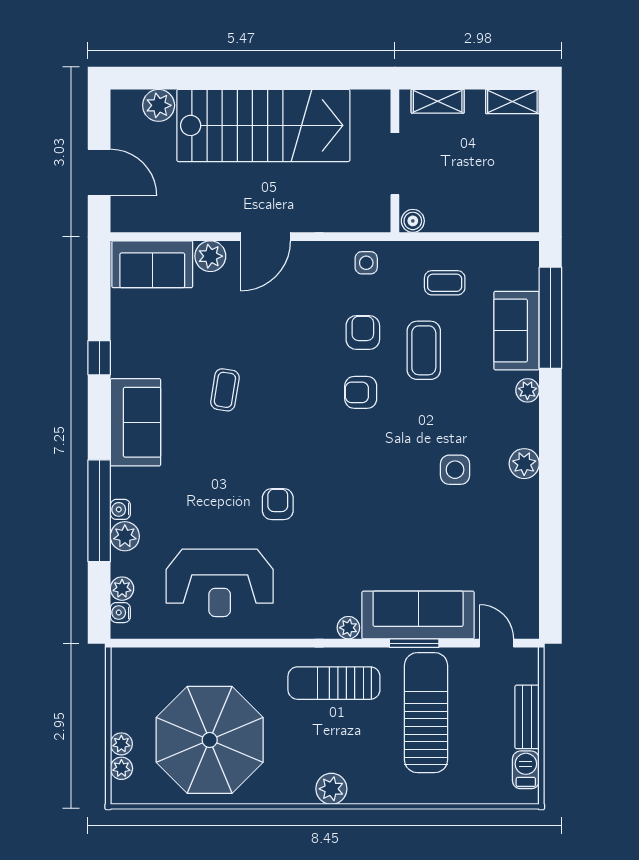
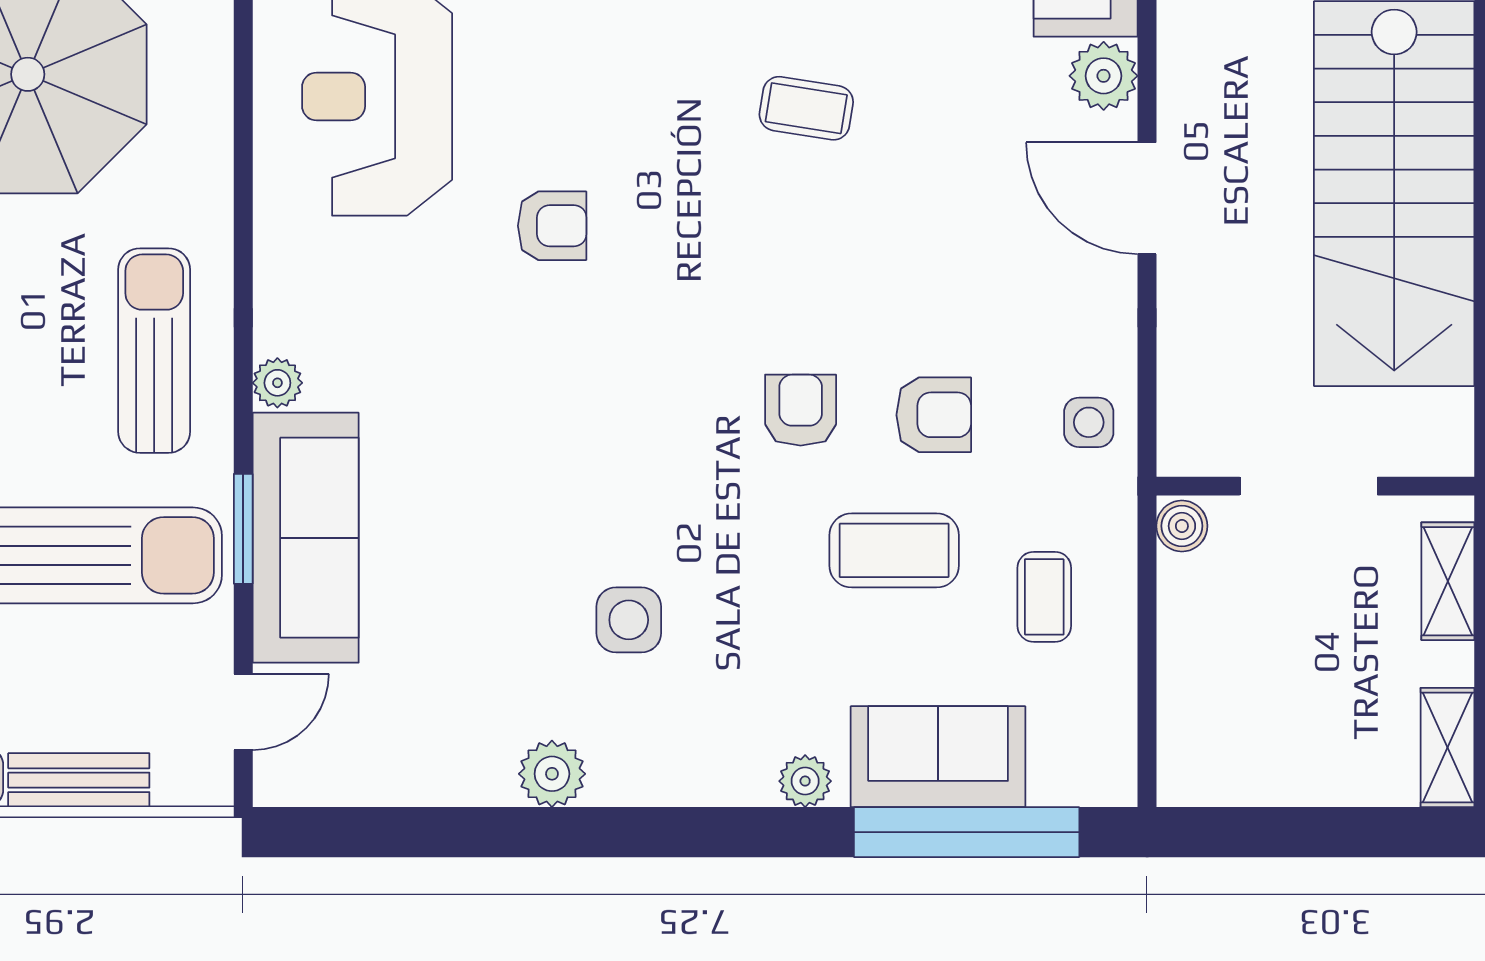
plant: (524, 464) -> (552, 774), moved

